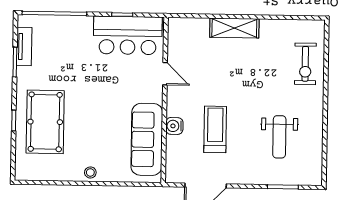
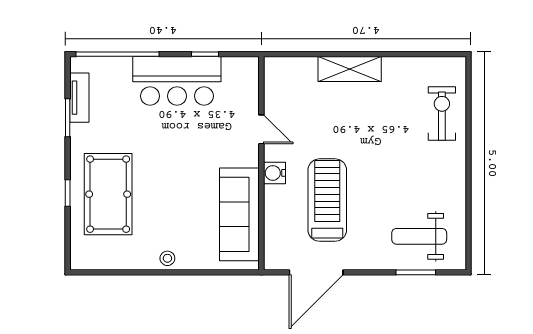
bar counter: (128, 35) -> (177, 81), moved
exercise bike: (305, 64) -> (442, 114), turned 180
water cooler: (174, 126) -> (275, 173), moved
treadmill: (215, 129) -> (327, 200), width x1.37, depth x1.38
weight bench: (279, 137) -> (419, 236), moved, turned 90

